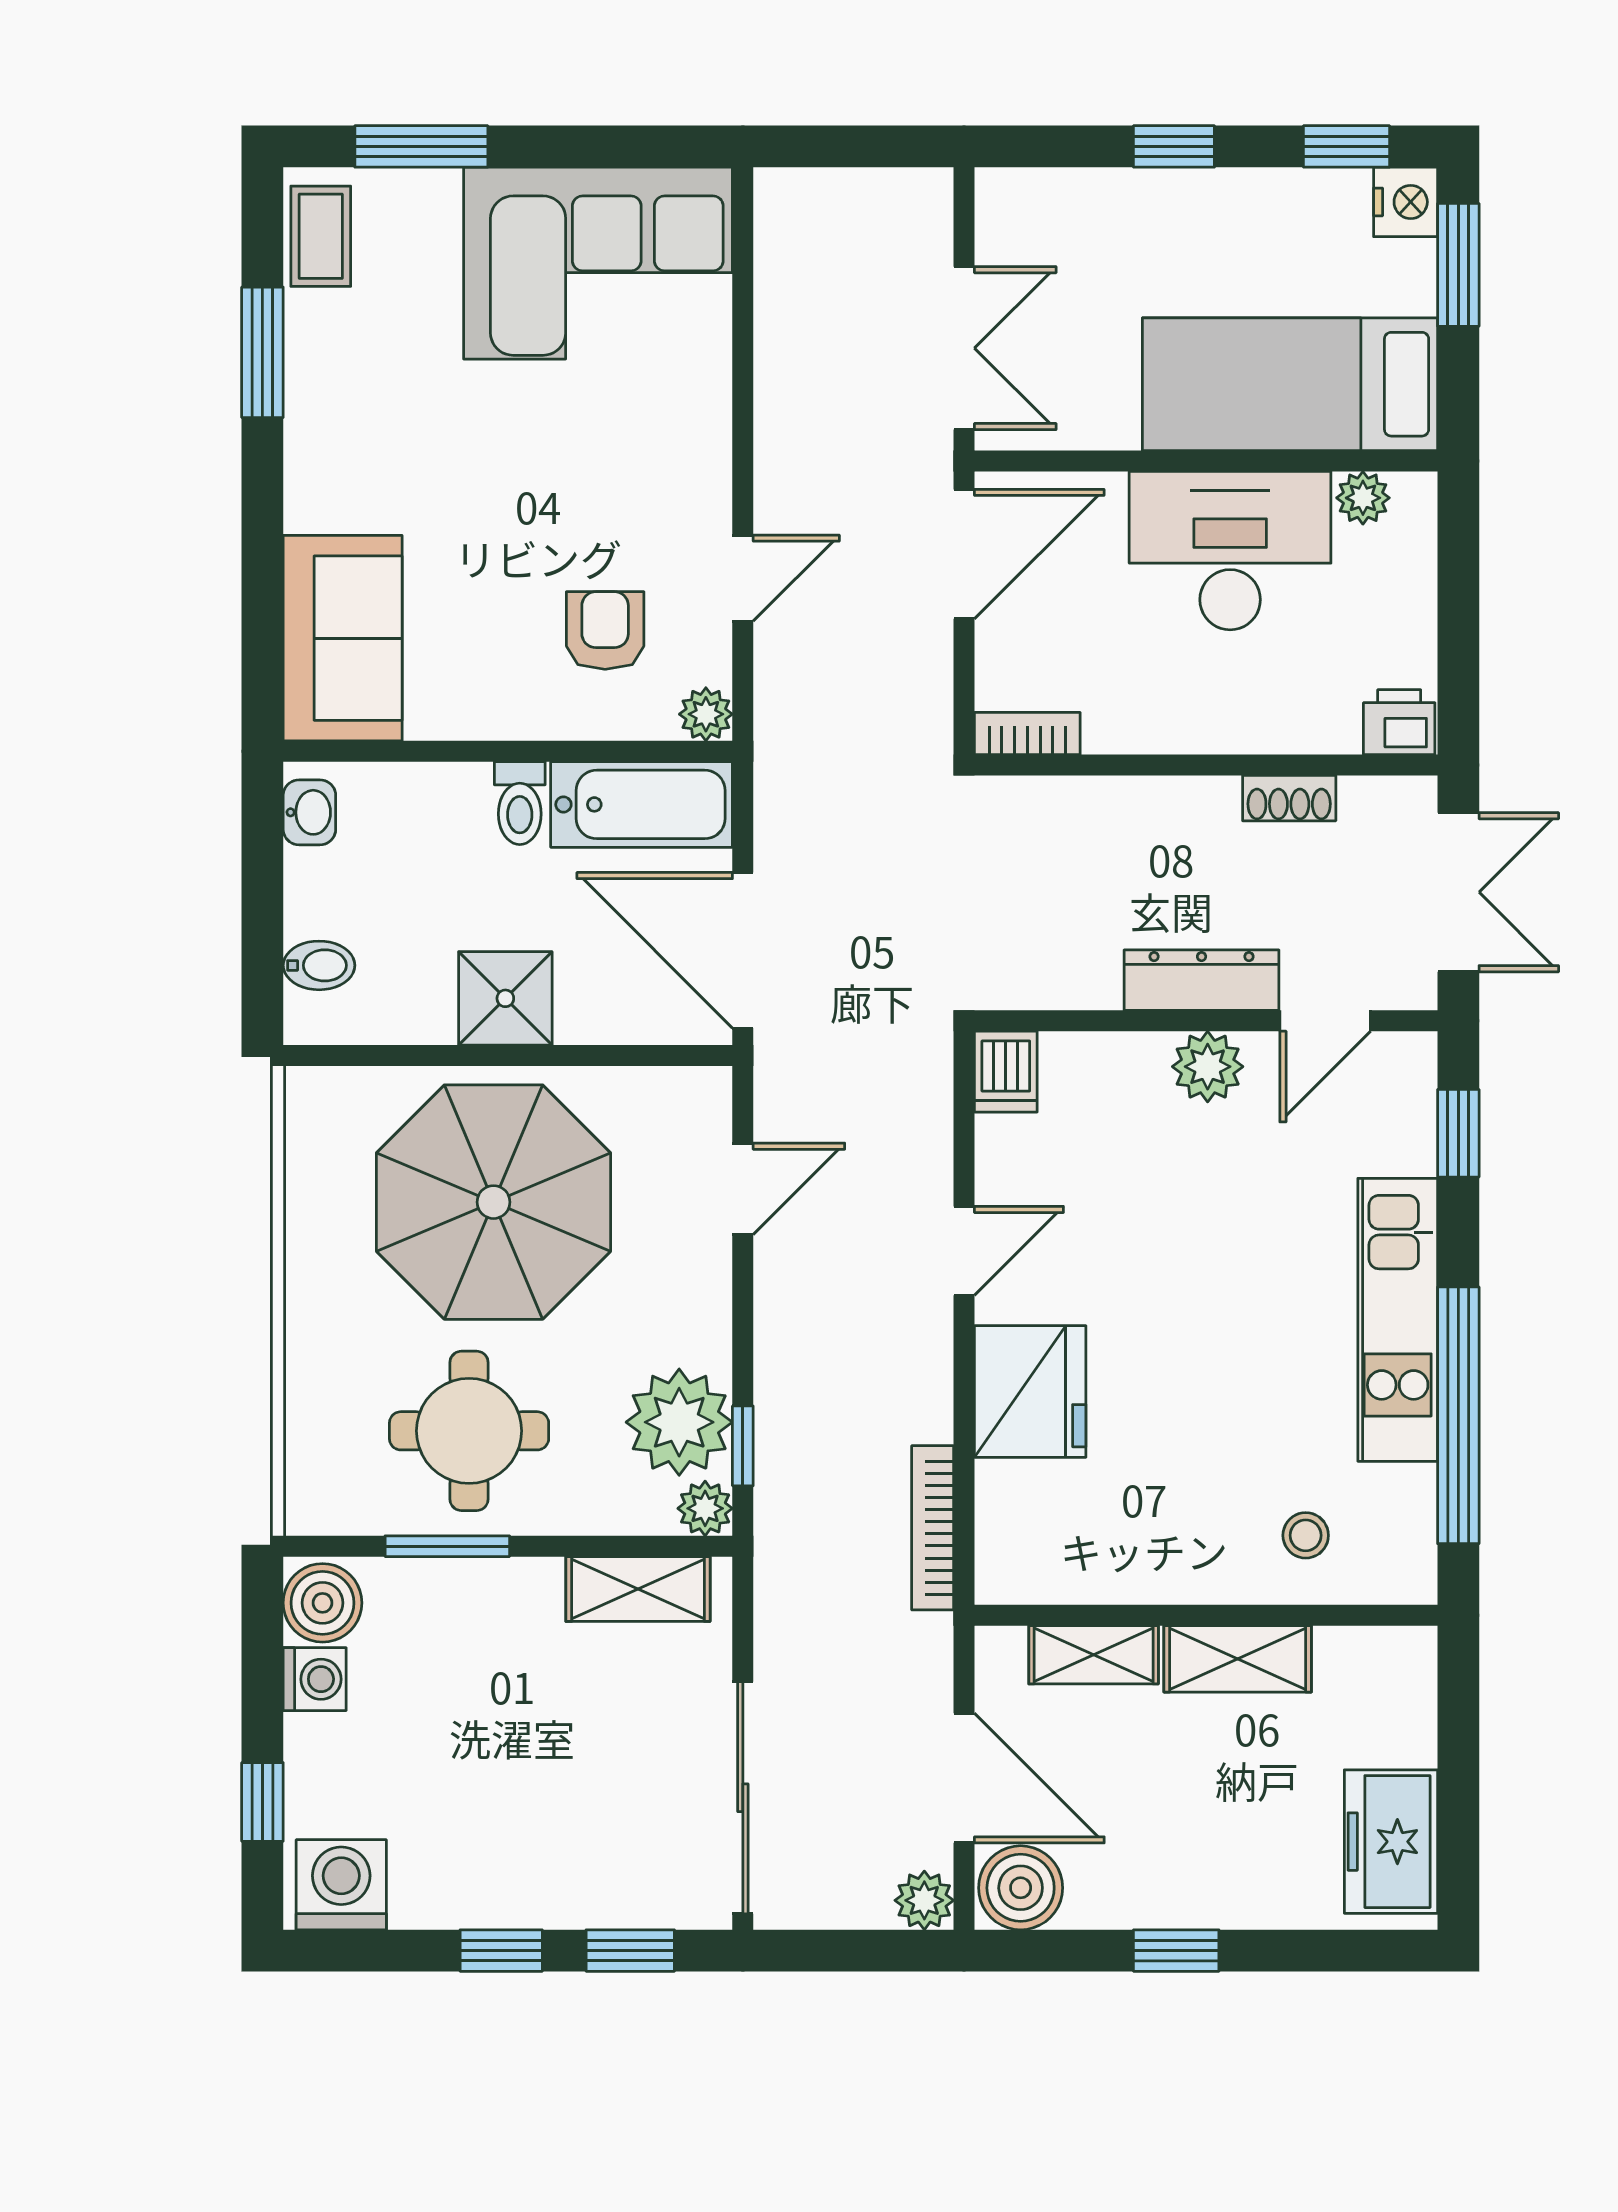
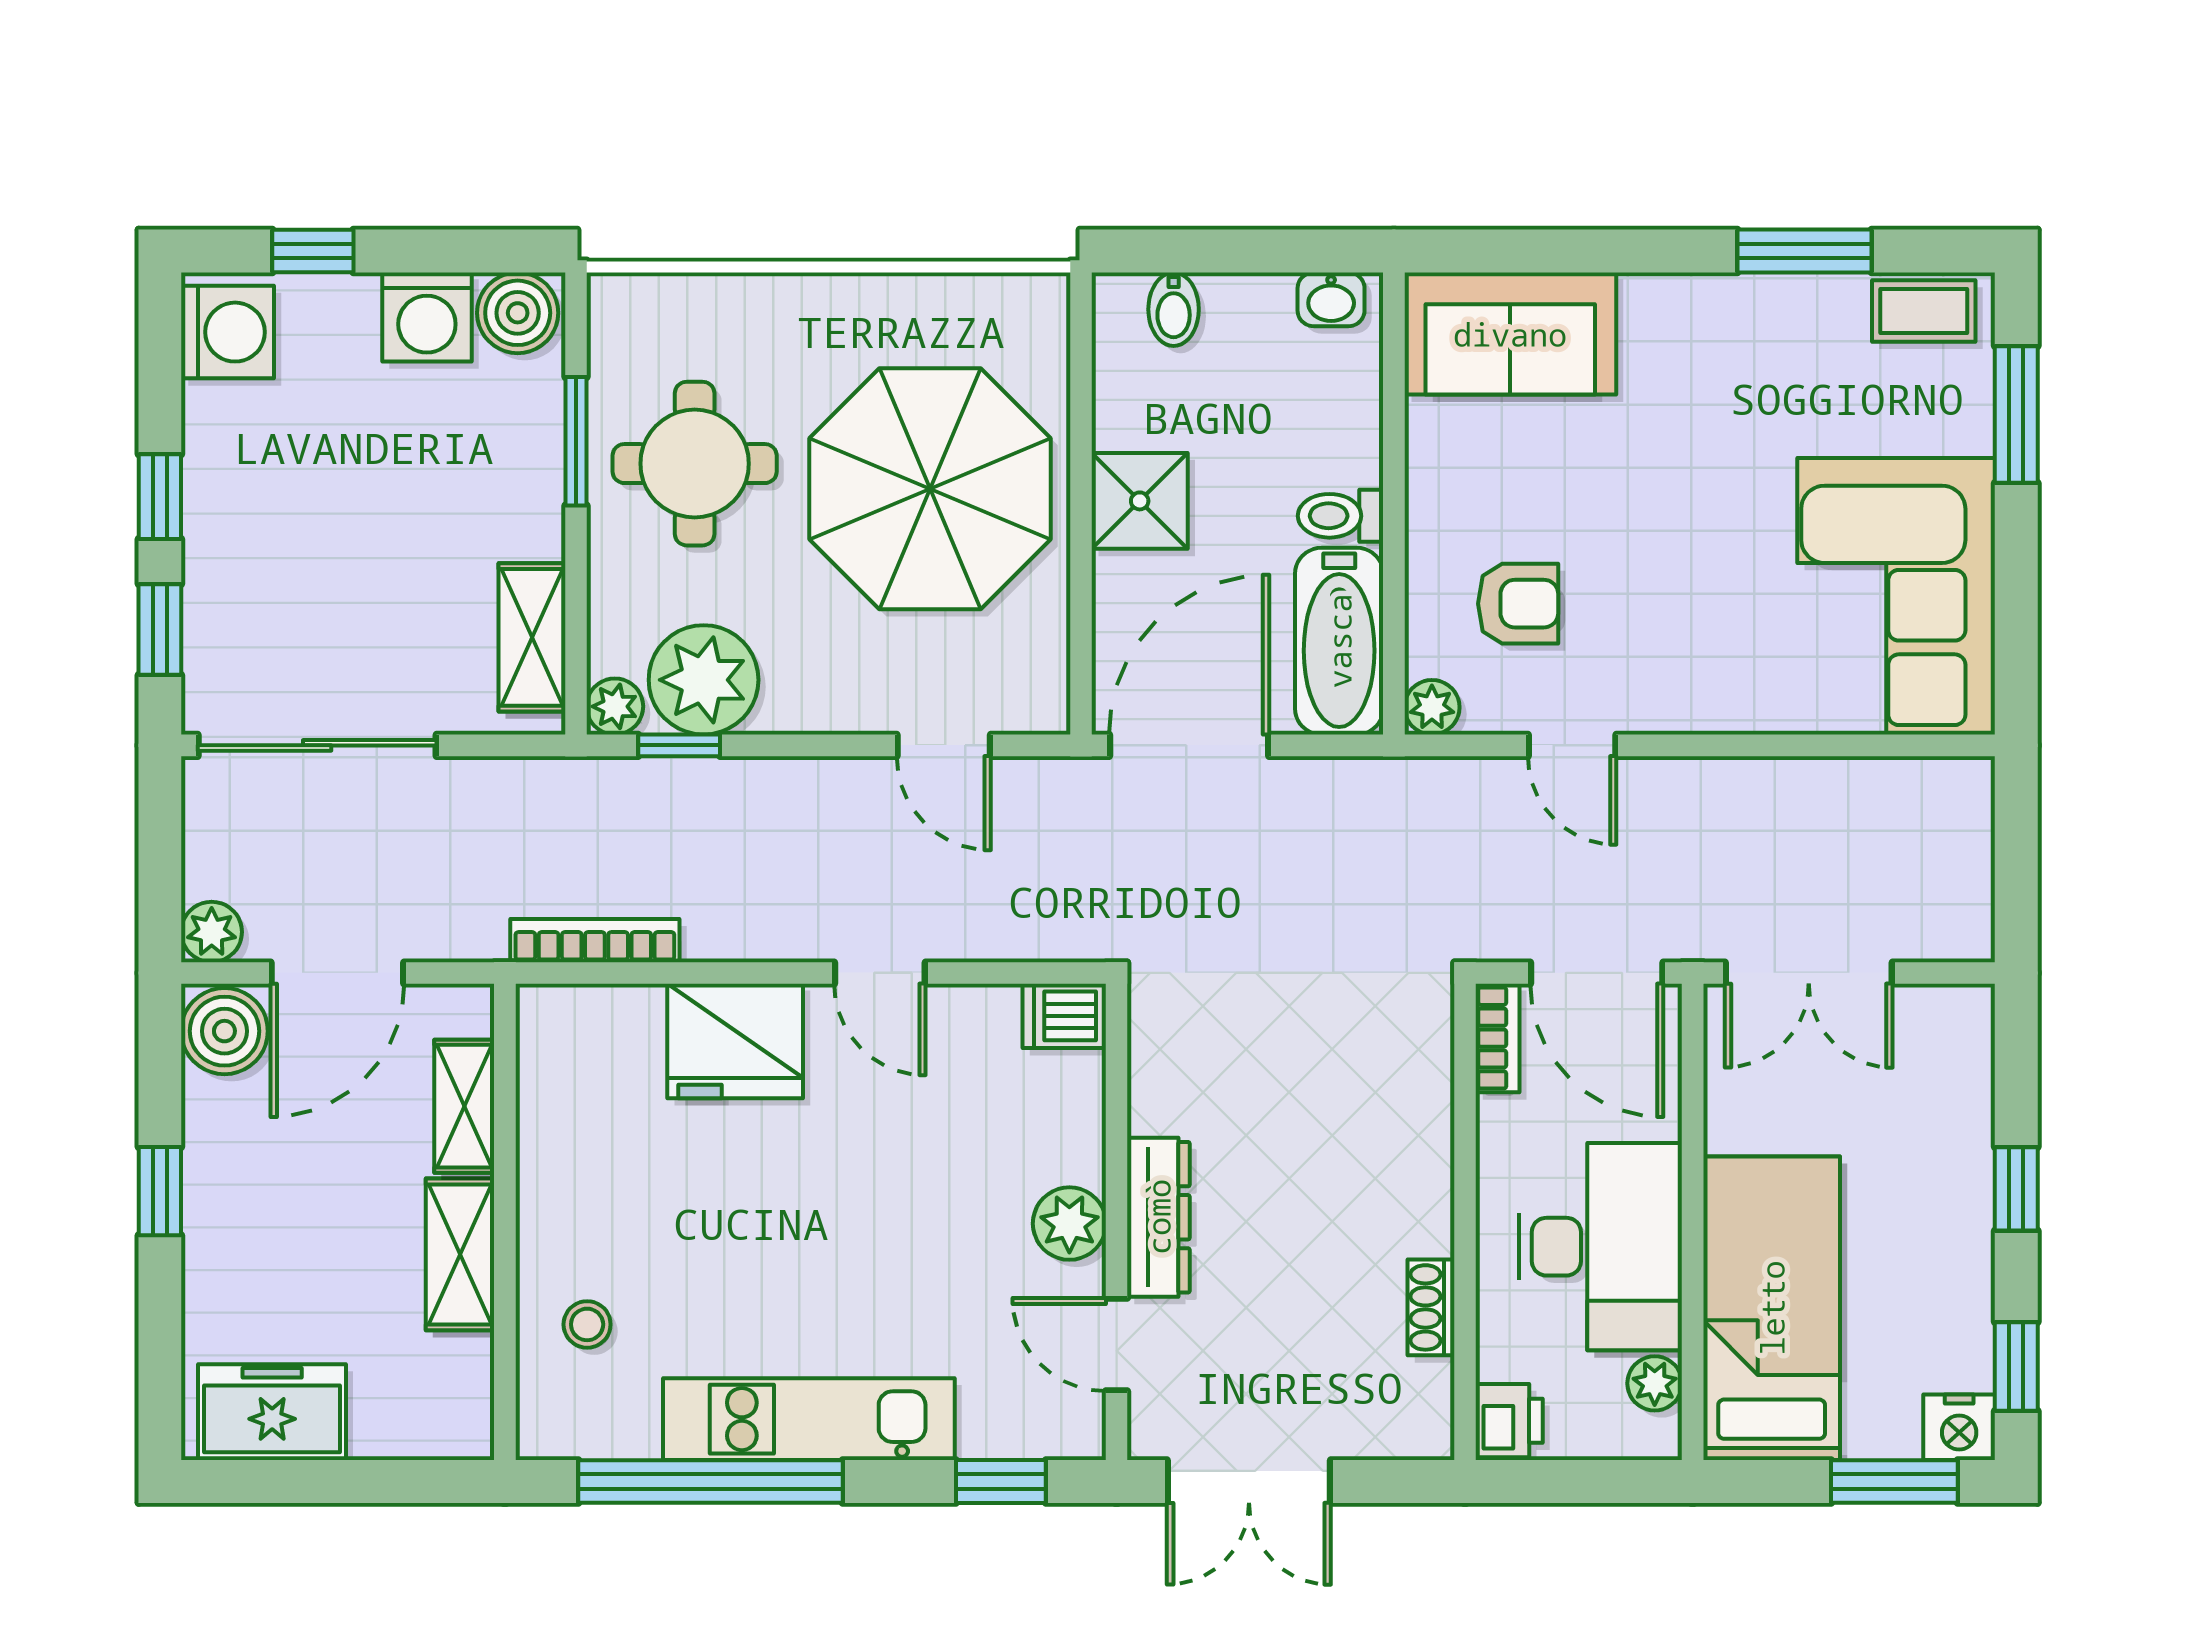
printer: (1399, 722) -> (1509, 1421), moved
bookcase: (1027, 734) -> (1497, 1038), moved
wall: (1206, 765) -> (1465, 1222), moved
shoe rack: (1289, 798) -> (1431, 1307), moved
washing machine: (315, 1679) -> (427, 317), width x1.38, depth x1.38

